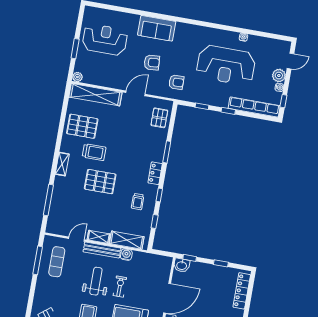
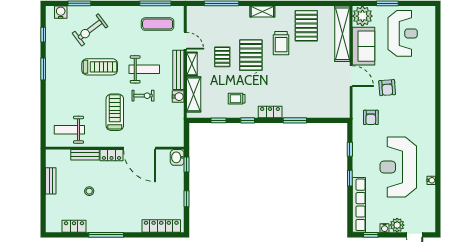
sofa: (157, 28) -> (363, 46), moved, turned 180
plant: (77, 77) -> (362, 16), width x1.87, depth x1.87
pallet: (159, 118) -> (222, 57), moved, turned 90

